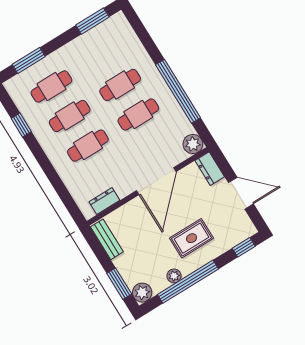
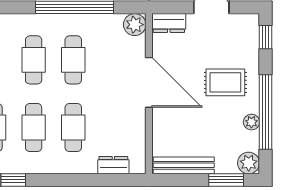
dresser: (104, 201) -> (113, 165), moved, turned 90
rug: (191, 238) -> (225, 82), turned 90
bench: (107, 239) -> (184, 165), width x1.36

